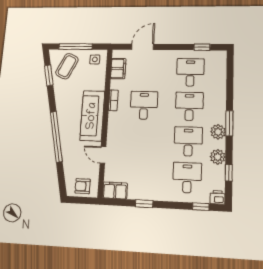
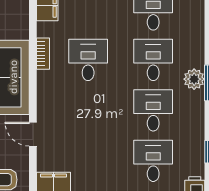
plant: (218, 132) -> (194, 79), moved
plant: (218, 157) -> (194, 131), removed

